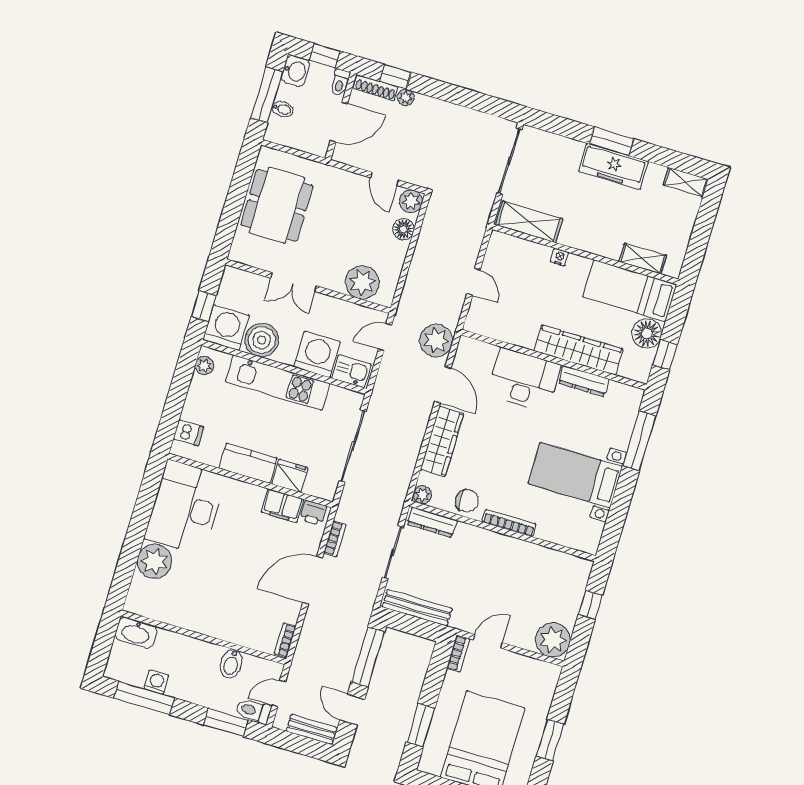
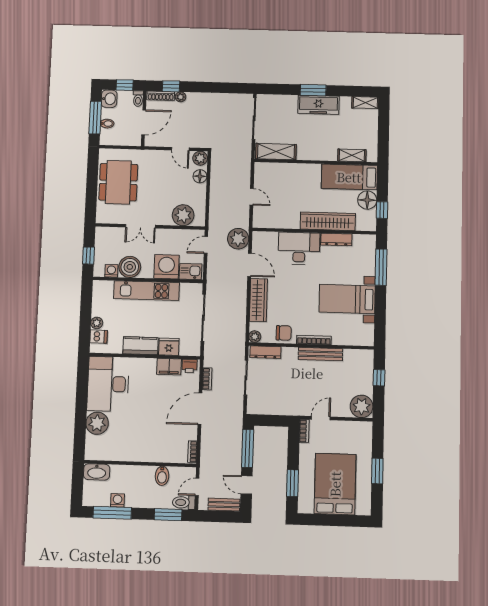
nightstand: (560, 257) -> (301, 168), removed
washing machine: (227, 328) -> (111, 271), width x0.53, depth x0.53
plant: (204, 366) -> (97, 323), moved
bench: (417, 608) -> (320, 354), moved

